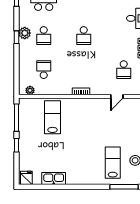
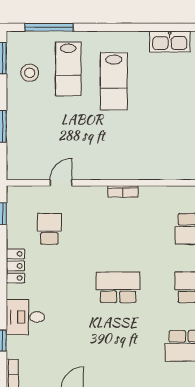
school desk: (84, 36) -> (118, 287), width x1.85
lab bench: (53, 117) -> (114, 81), moved

